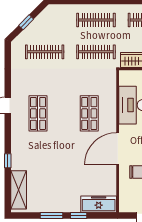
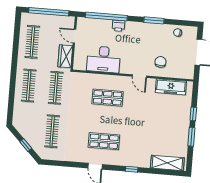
door: (118, 149) -> (139, 76), width x0.53
window: (8, 161) -> (132, 169), moved
freezer: (99, 204) -> (171, 87), moved, turned -90

